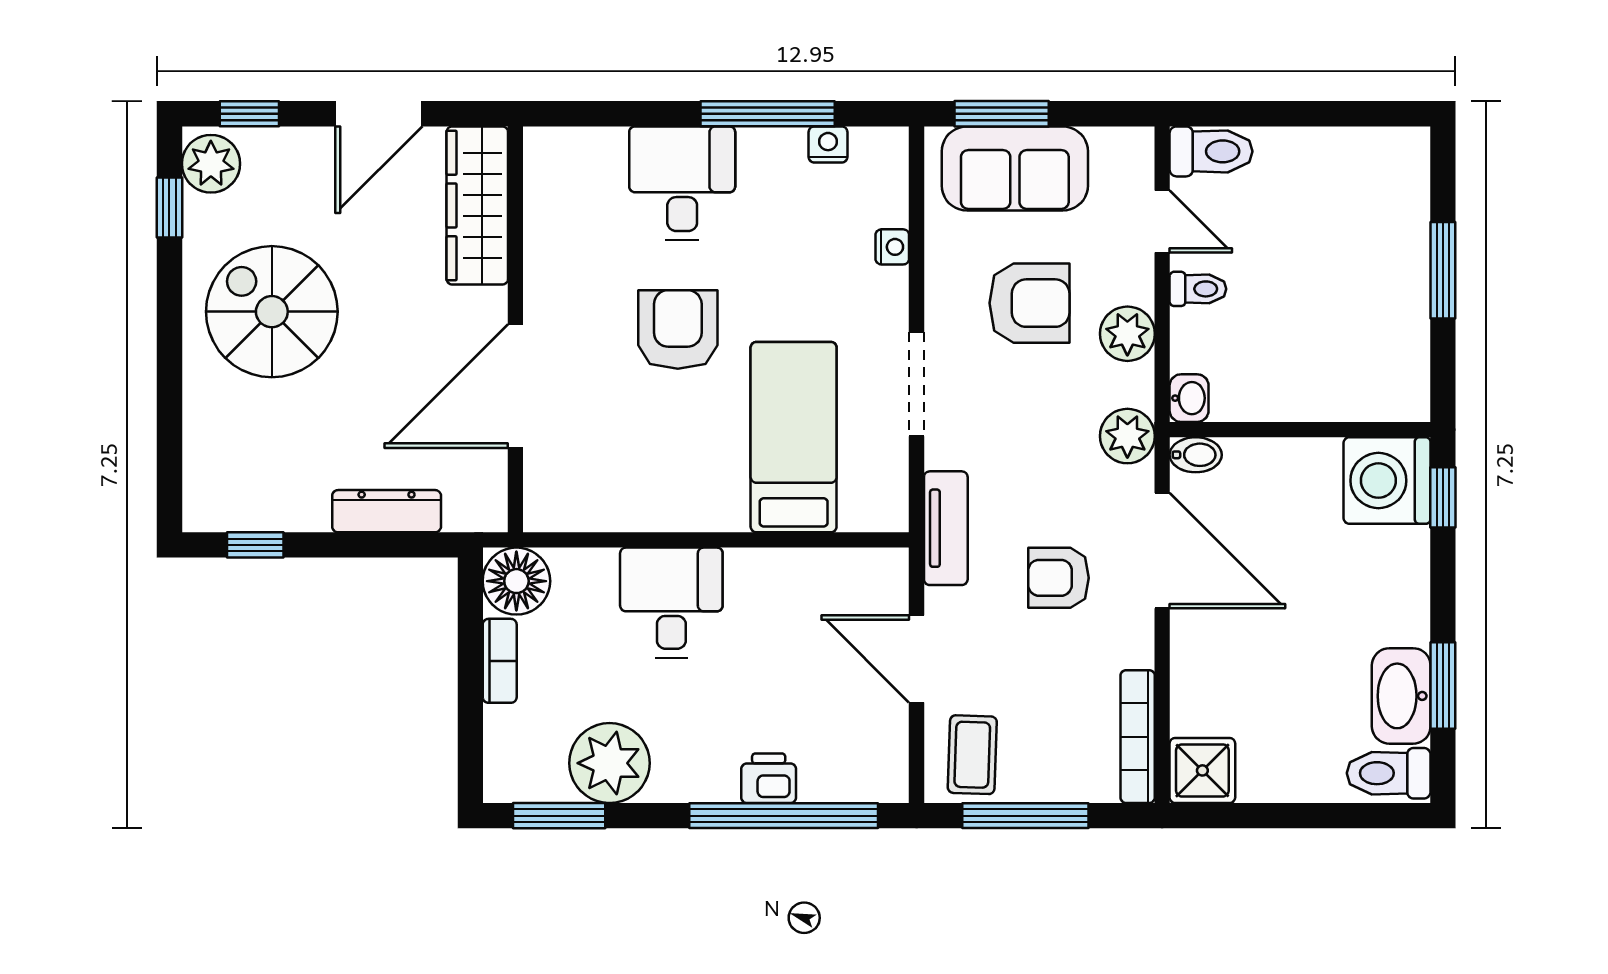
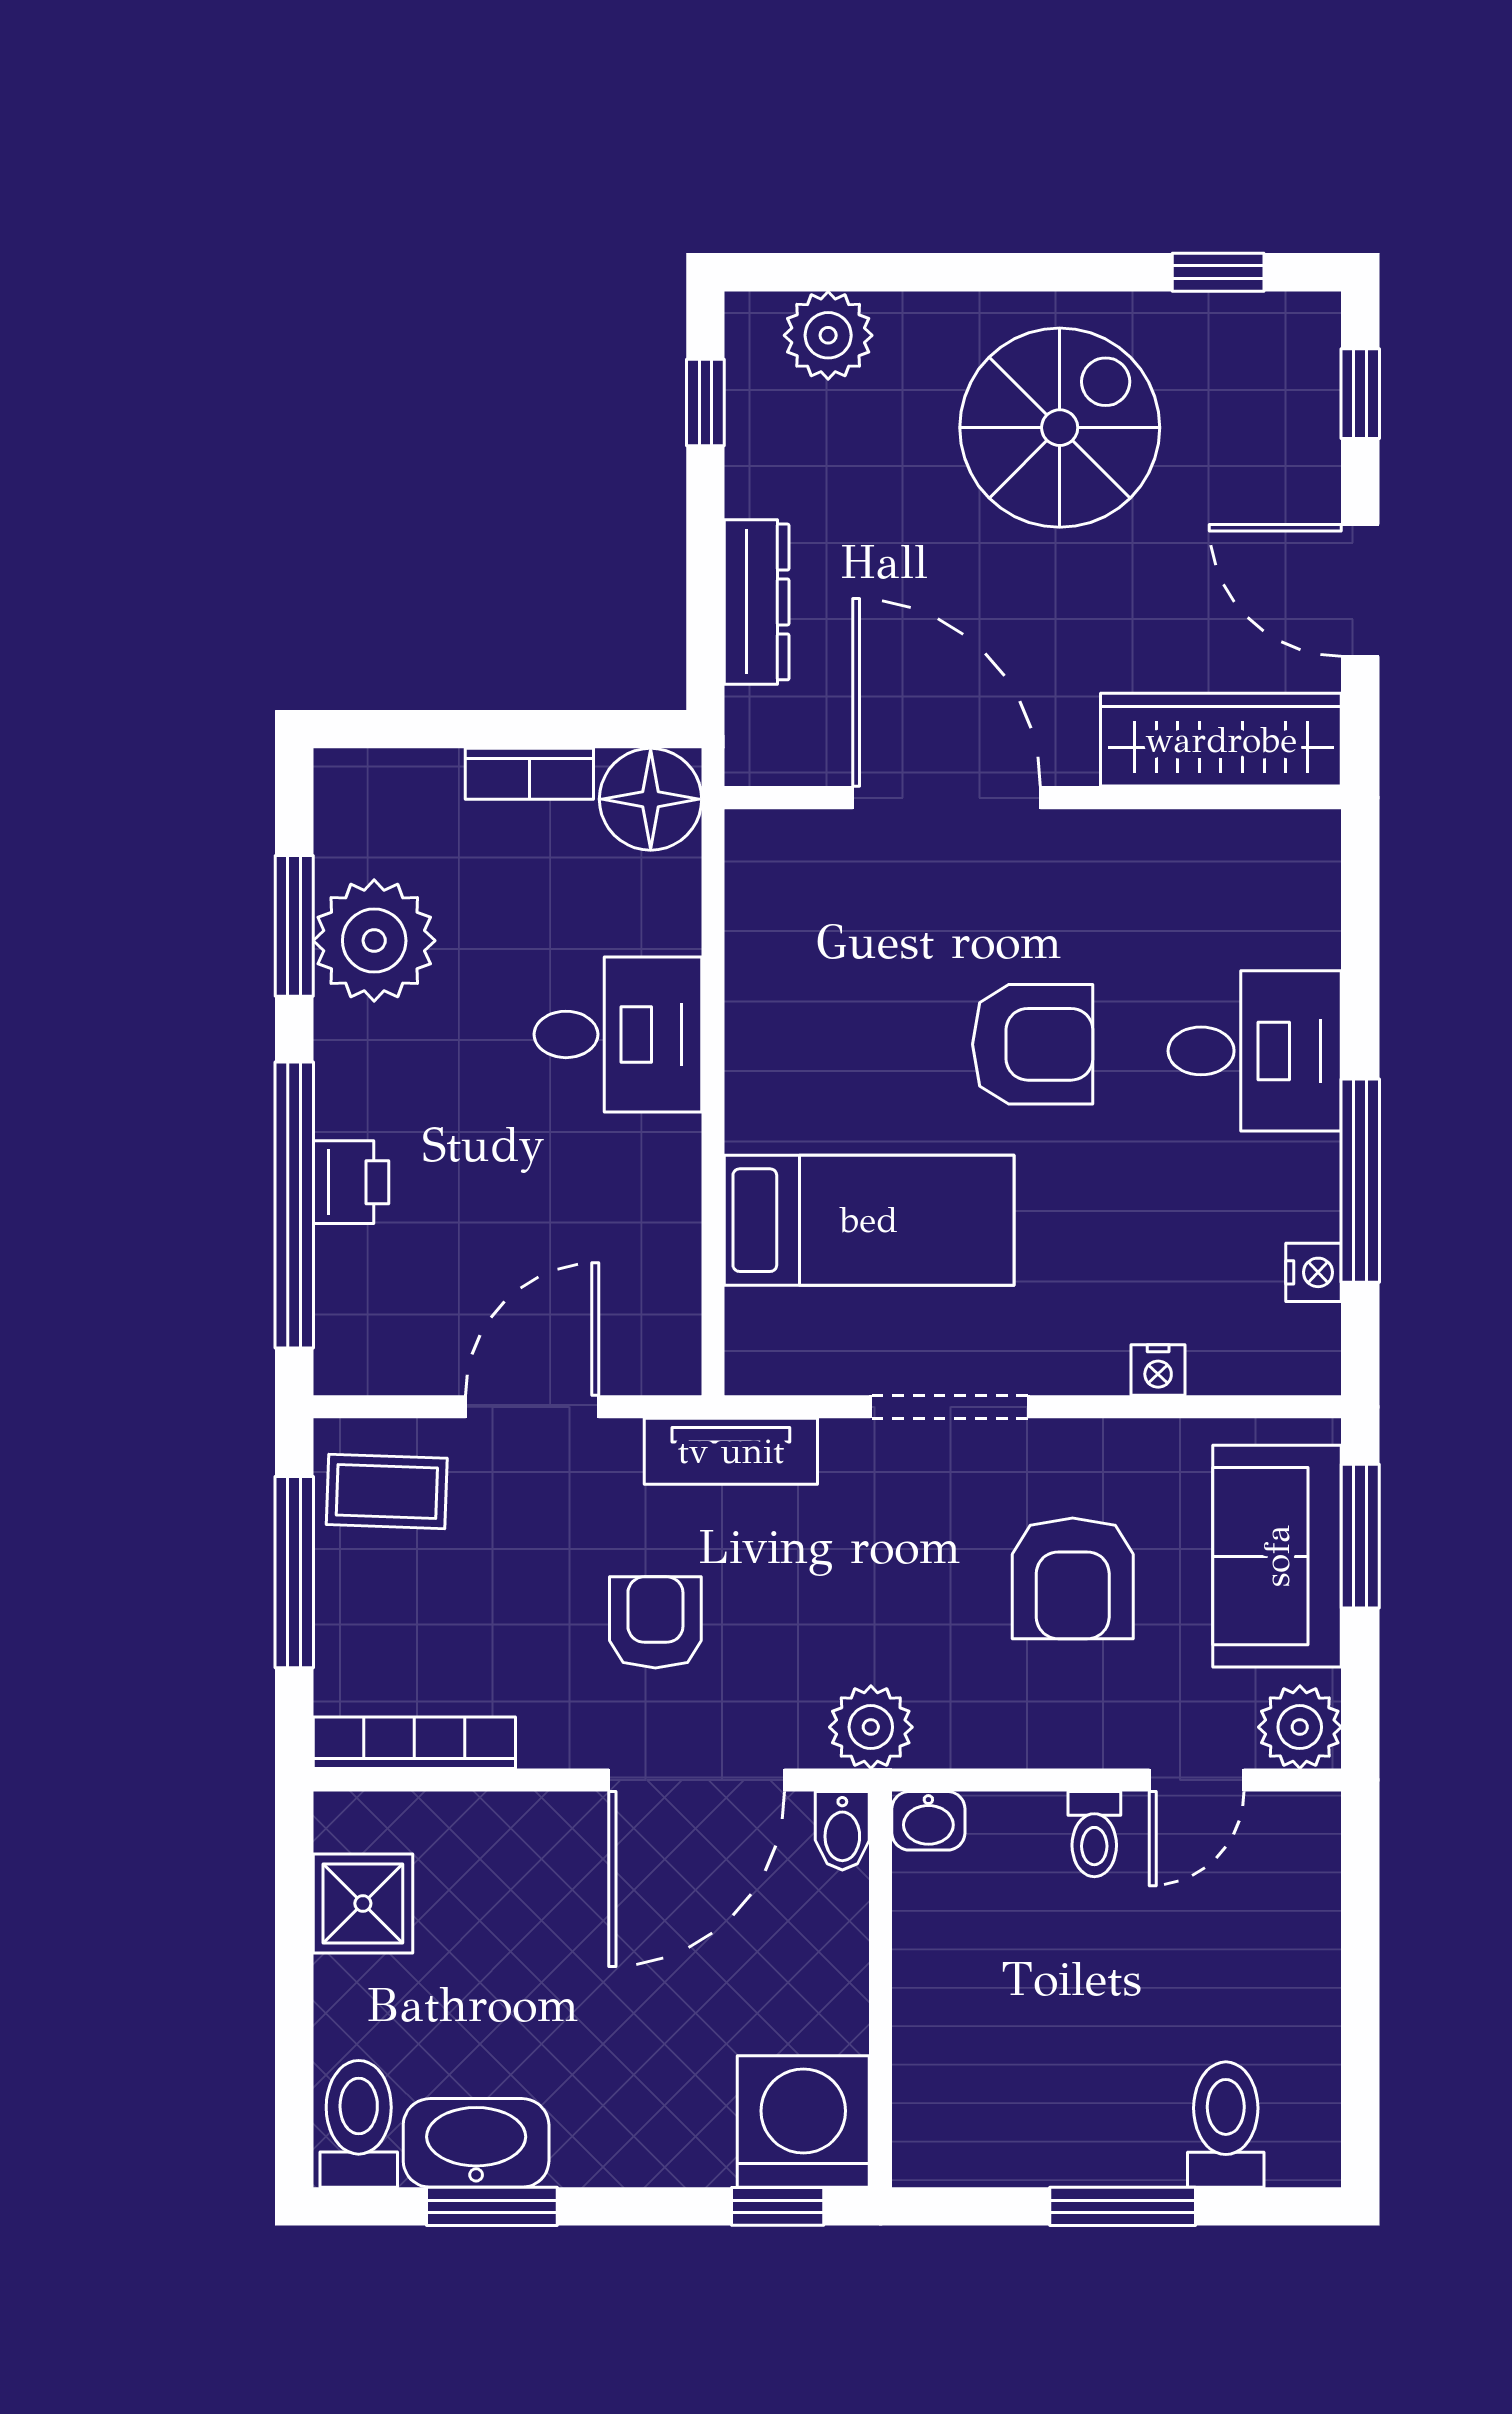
toilet: (1211, 151) -> (1226, 2125), moved, turned 180
plant: (211, 164) -> (828, 335), moved
plant: (1127, 334) -> (1300, 1727), moved
shower: (1202, 770) -> (363, 1903), moved
window: (559, 816) -> (294, 926), moved

